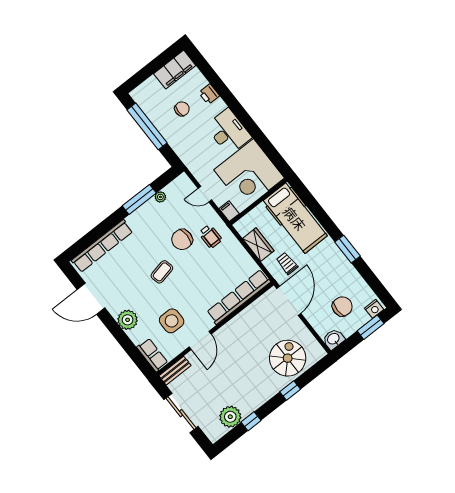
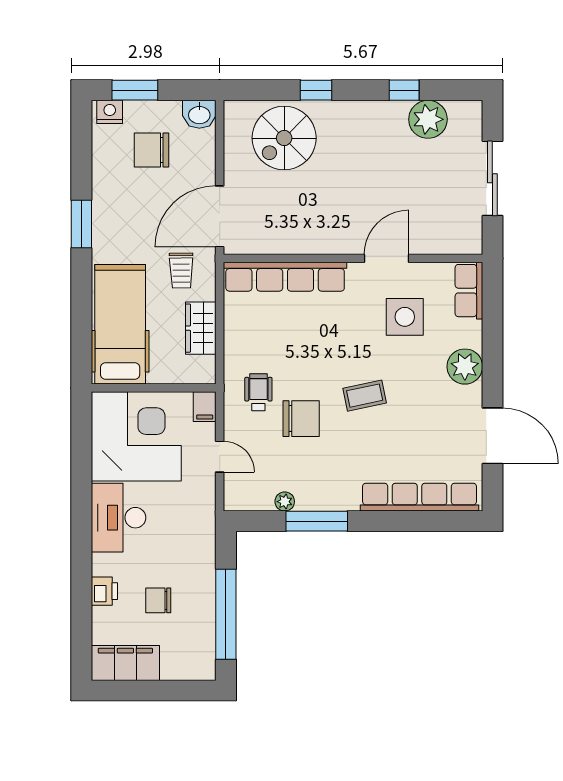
bench: (175, 371) -> (454, 244), removed

